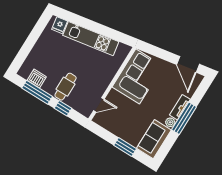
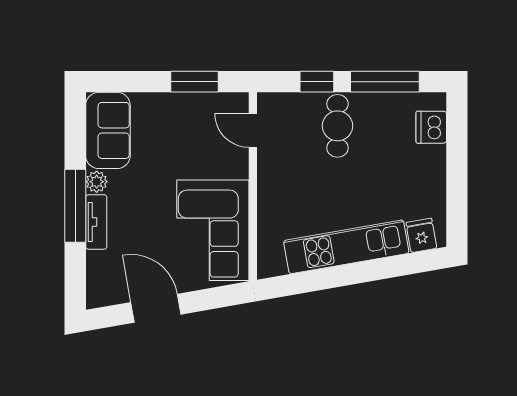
door: (188, 64) -> (156, 308), moved
dishwasher: (37, 78) -> (431, 127), moved, turned 90
door: (99, 105) -> (253, 130), hinge flipped
window: (125, 147) -> (195, 82), moved

